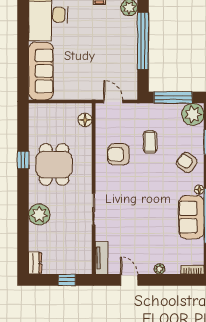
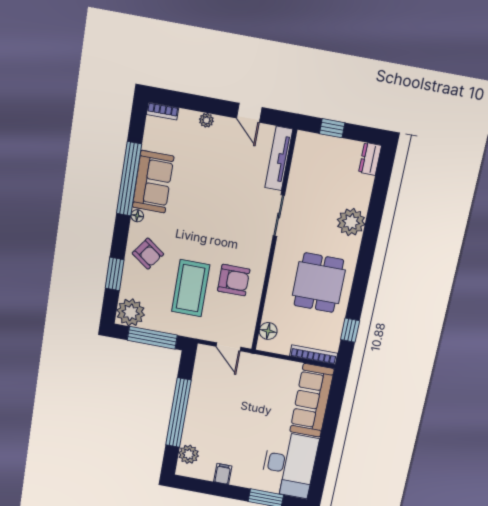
bookcase: (47, 108) -> (314, 355), added
coffee table: (150, 142) -> (191, 288), width x1.86, depth x1.72
window: (23, 160) -> (350, 330), moved
tv unit: (102, 258) -> (279, 158), width x1.41

